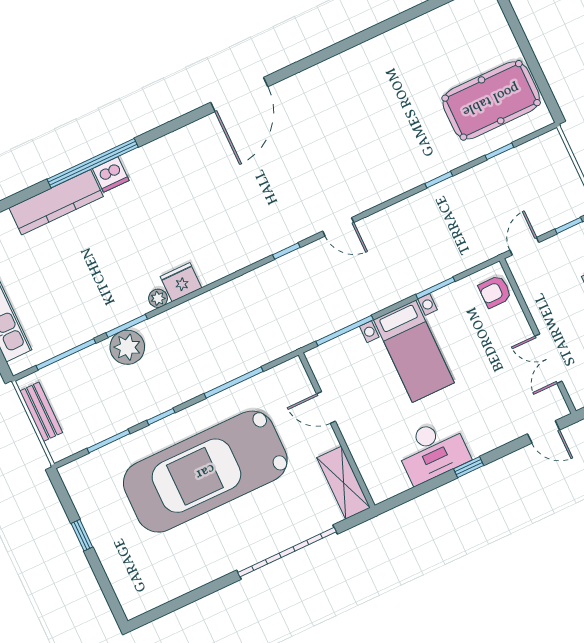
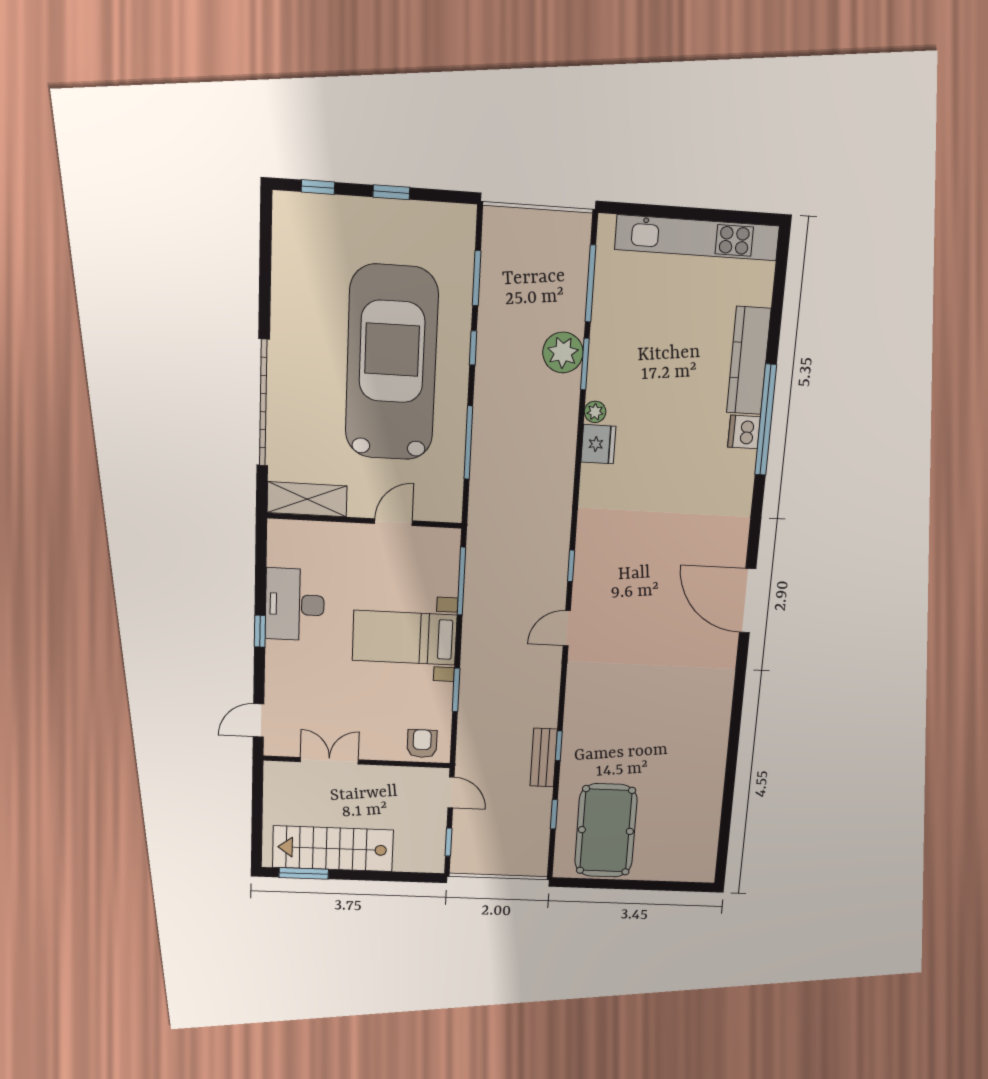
bench: (41, 412) -> (544, 757), moved, turned 90
window: (107, 590) -> (318, 187), added

